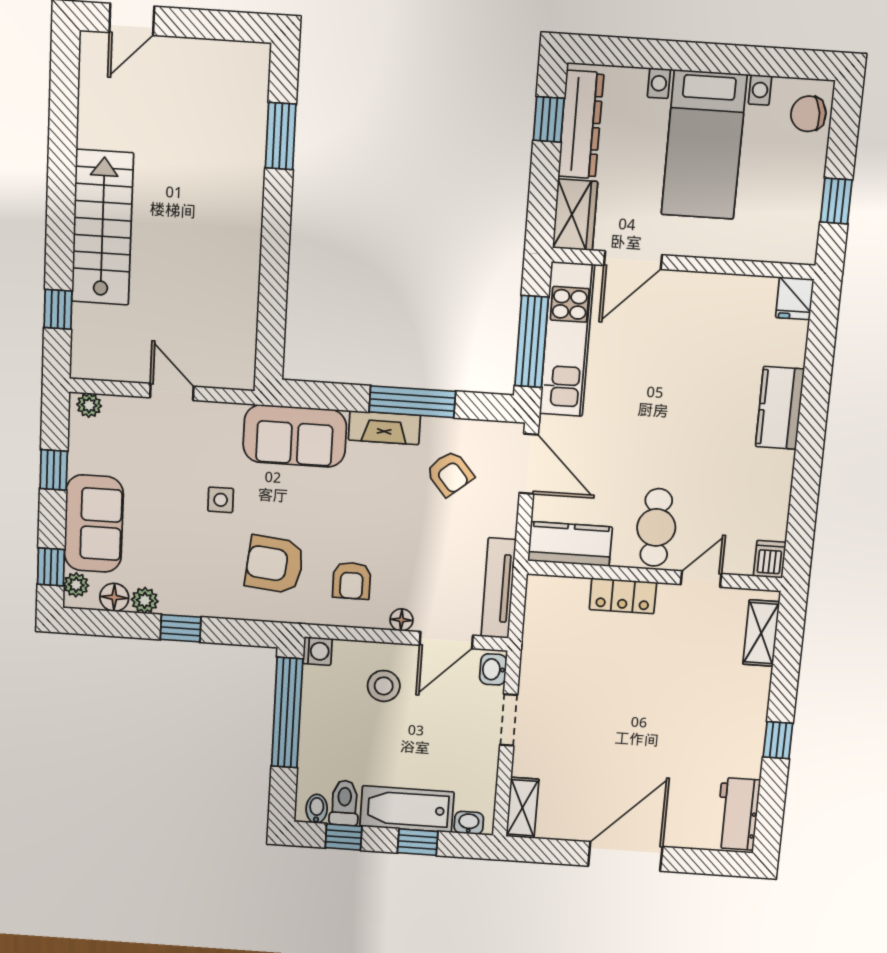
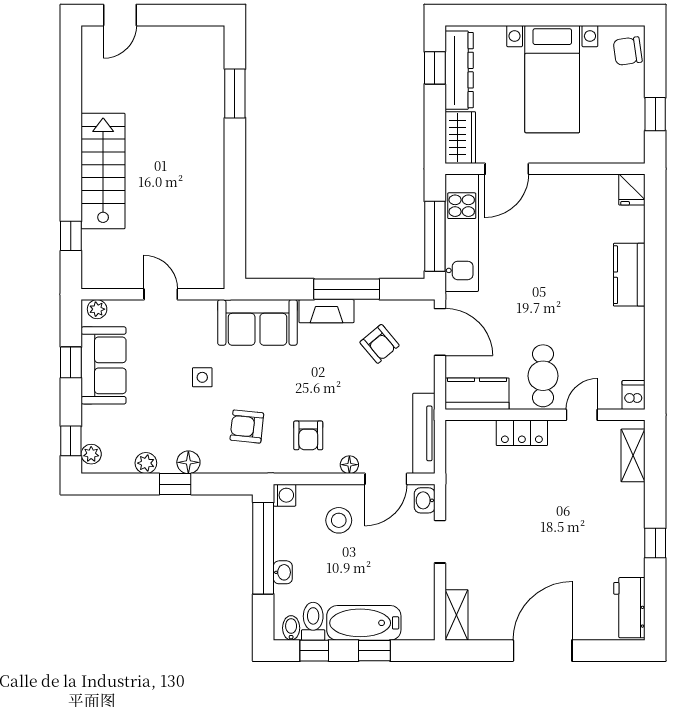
sofa: (94, 524) -> (104, 365), moved
armchair: (274, 564) -> (247, 427), width x0.72, depth x0.72
floor lamp: (114, 597) -> (188, 462), moved
washbasin: (469, 823) -> (283, 572), moved, turned 90

